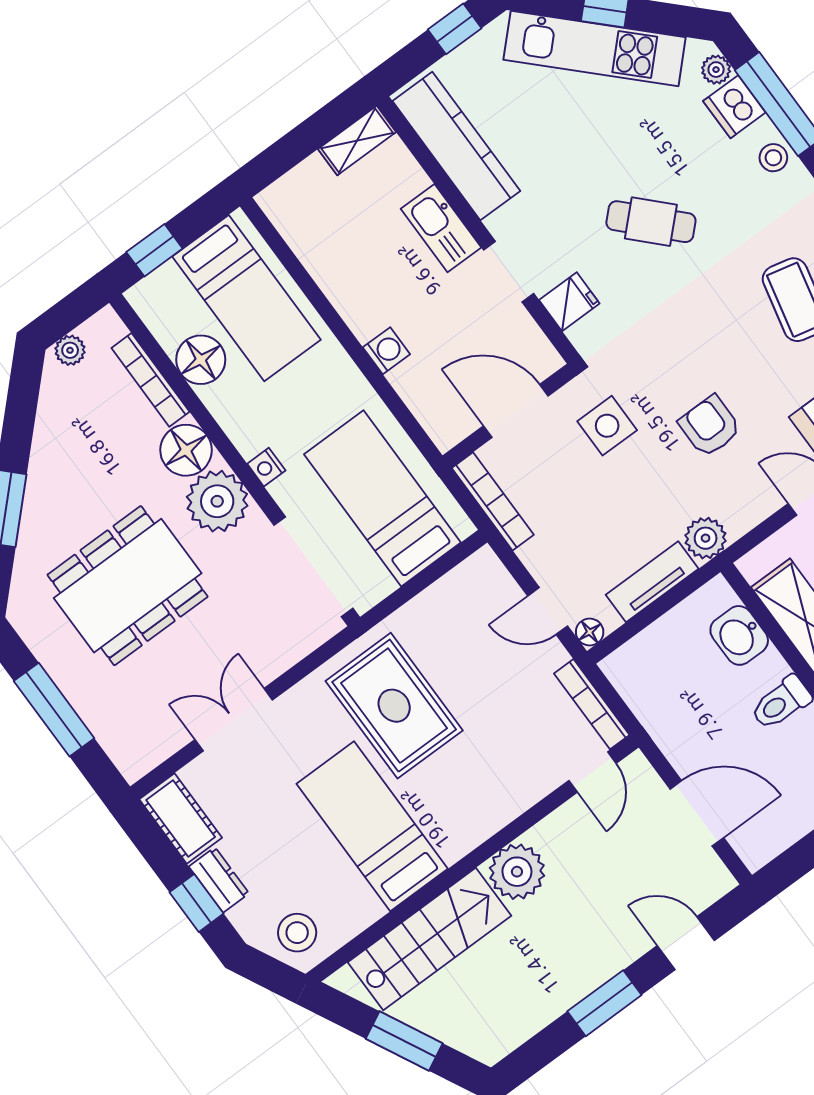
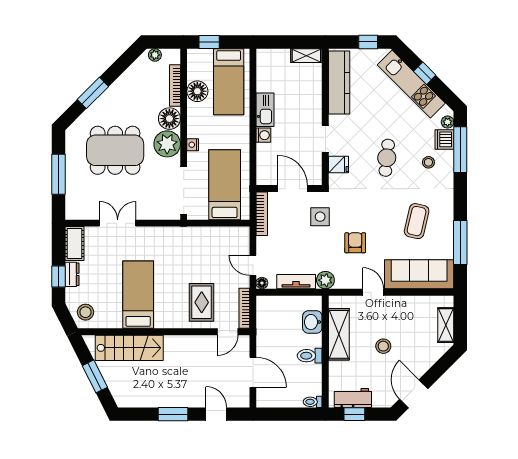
stool: (773, 158) -> (428, 162), moved
cafe table: (651, 222) -> (387, 158), turned 50
kitchen sink: (441, 228) -> (265, 110), moved, turned 180
rug: (394, 706) -> (202, 302), moved, width x0.73, depth x0.70
plant: (517, 872) -> (176, 347), removed

